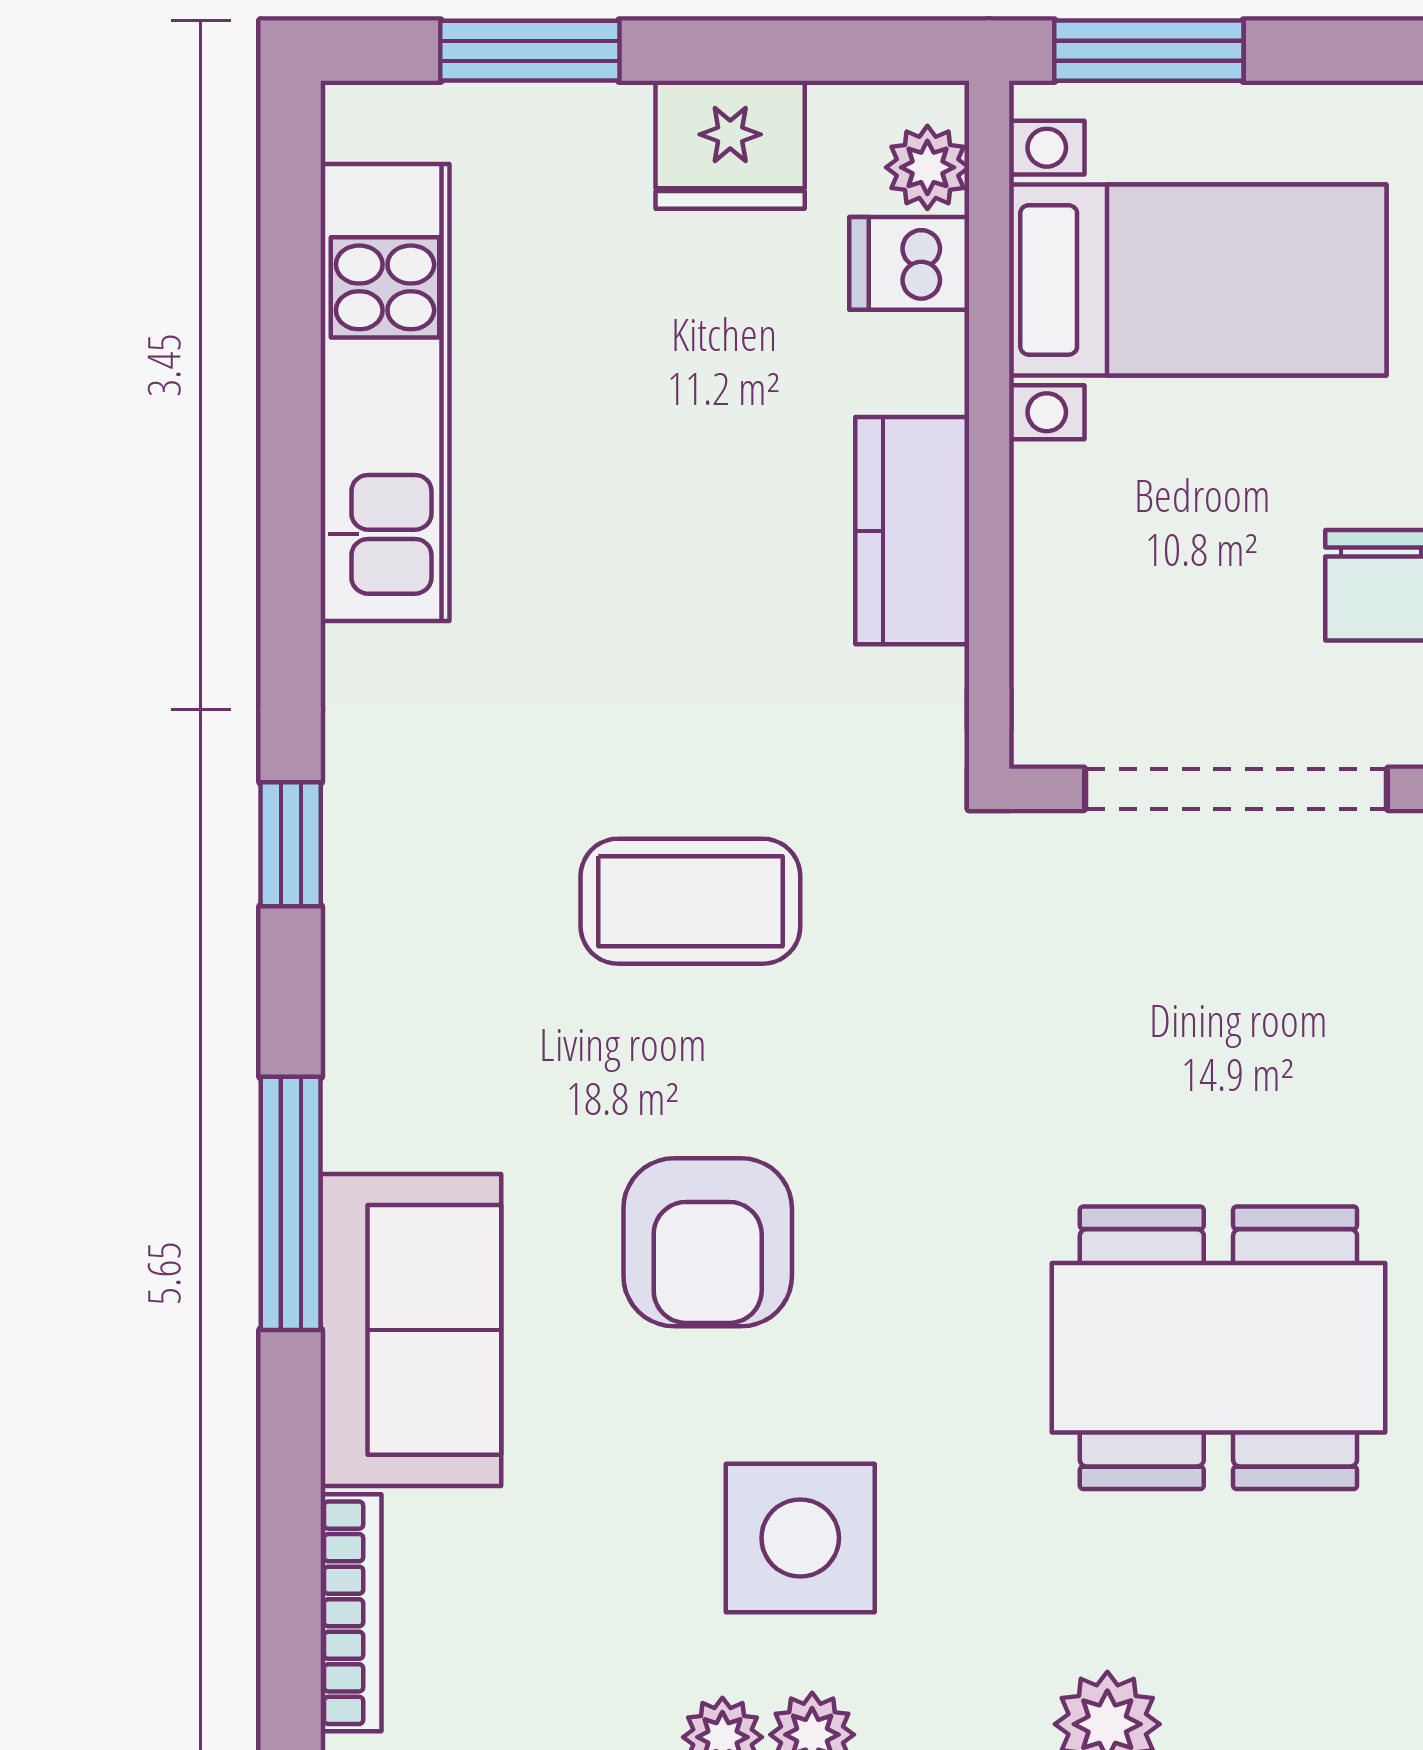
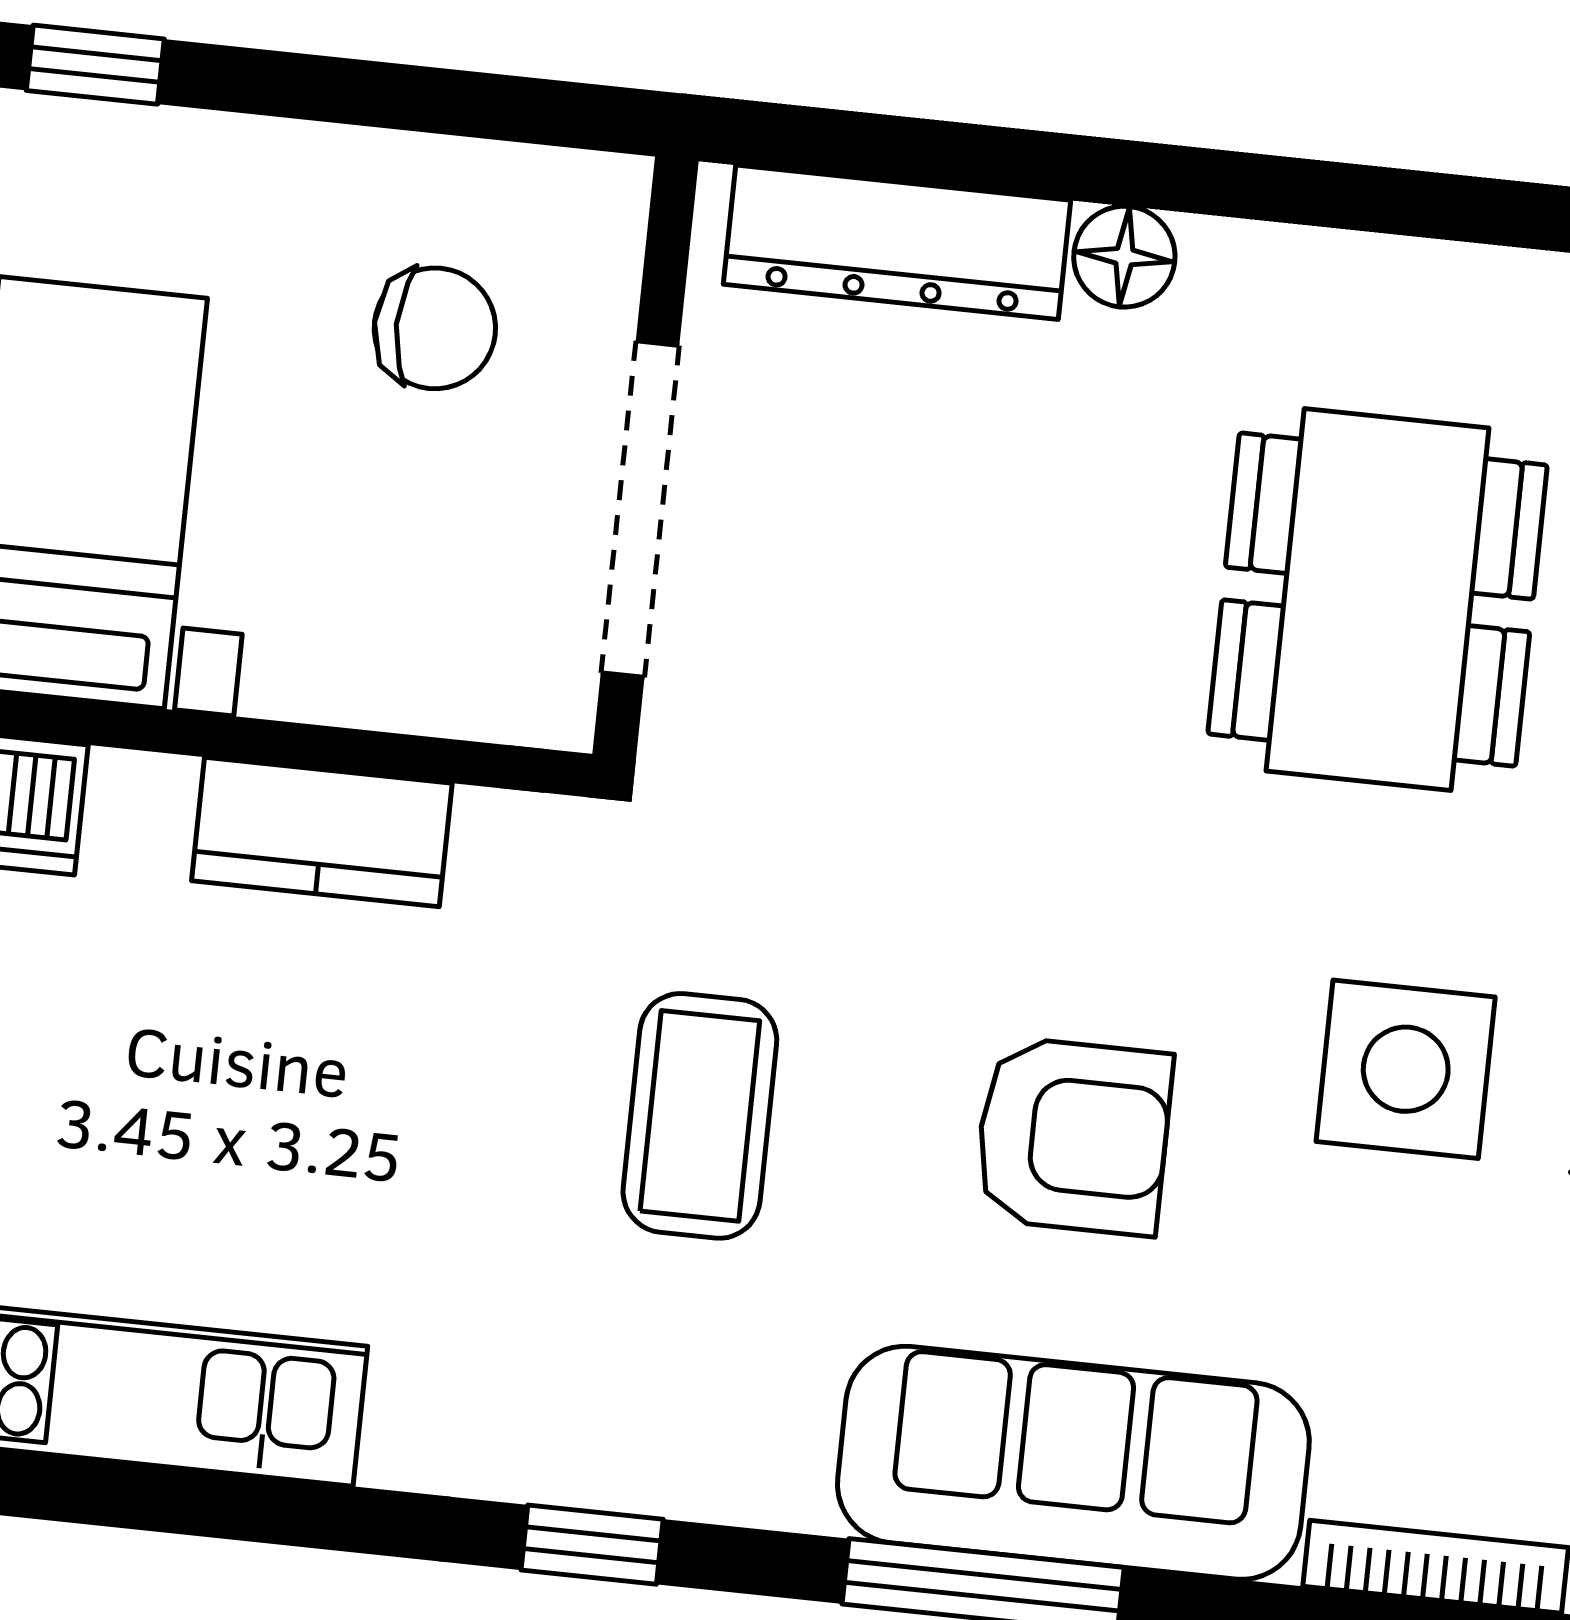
sofa: (411, 1330) -> (1073, 1463), width x1.36
dining table: (1218, 1348) -> (1378, 600), moved

